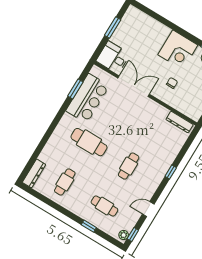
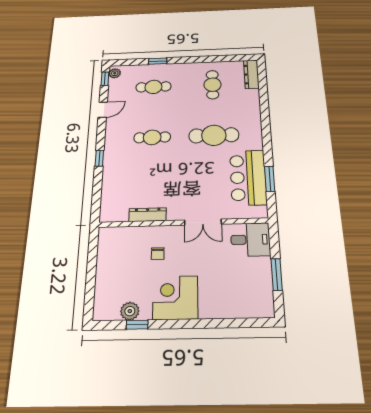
double door: (134, 86) -> (203, 222), width x0.73
dresser: (180, 122) -> (148, 215), moved
cafe table: (129, 166) -> (152, 137), turned 90

